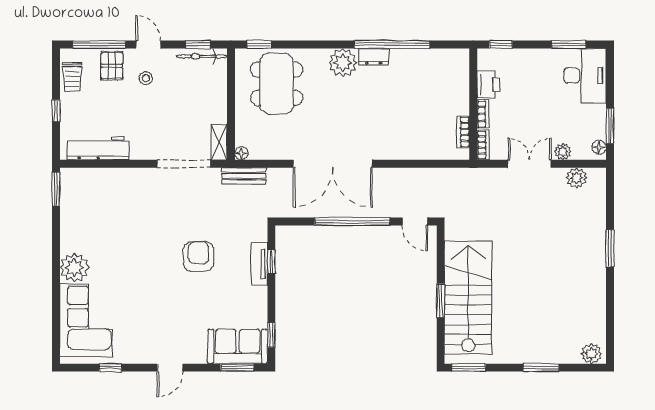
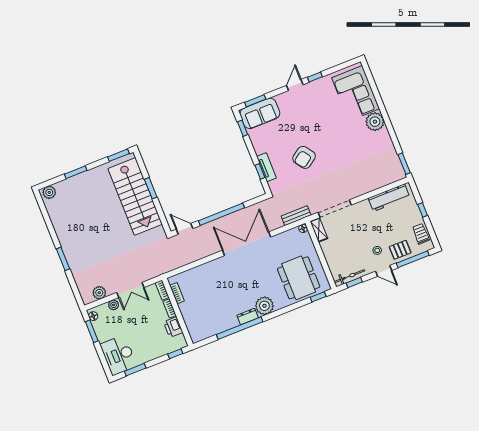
pallet: (112, 66) -> (400, 250), turned 90
armchair: (199, 256) -> (304, 157), turned 55
window: (110, 368) -> (315, 77), moved

